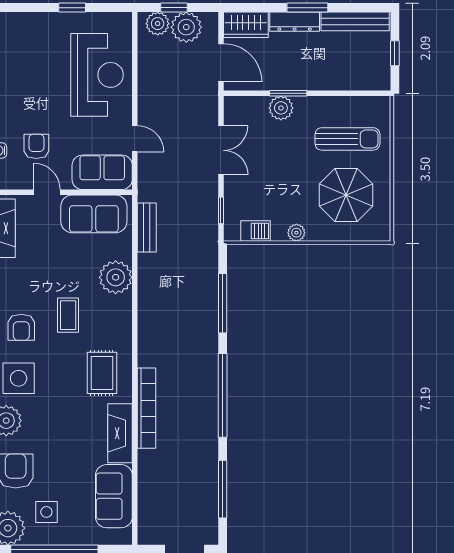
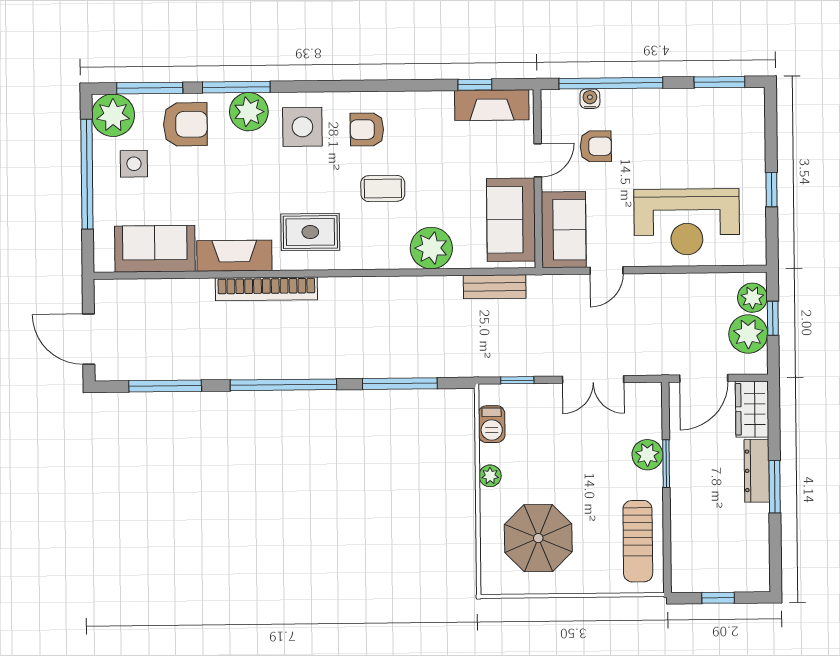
bench: (355, 21) -> (758, 547), removed
sun lounger: (347, 139) -> (638, 541), moved

